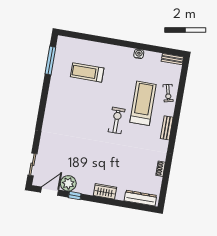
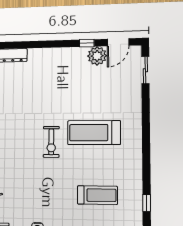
window: (50, 61) -> (147, 203), width x0.46
treadmill: (143, 103) -> (94, 133), moved, turned 90
wardrobe: (105, 191) -> (51, 55), removed

